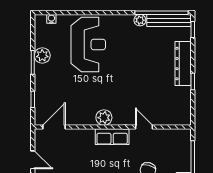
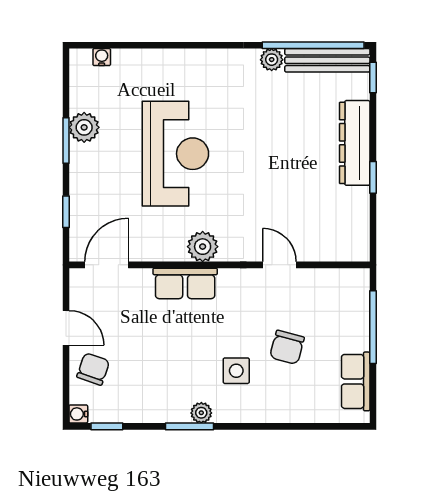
reception desk: (88, 44) -> (175, 154), moved
row of seats: (112, 137) -> (185, 283), moved

